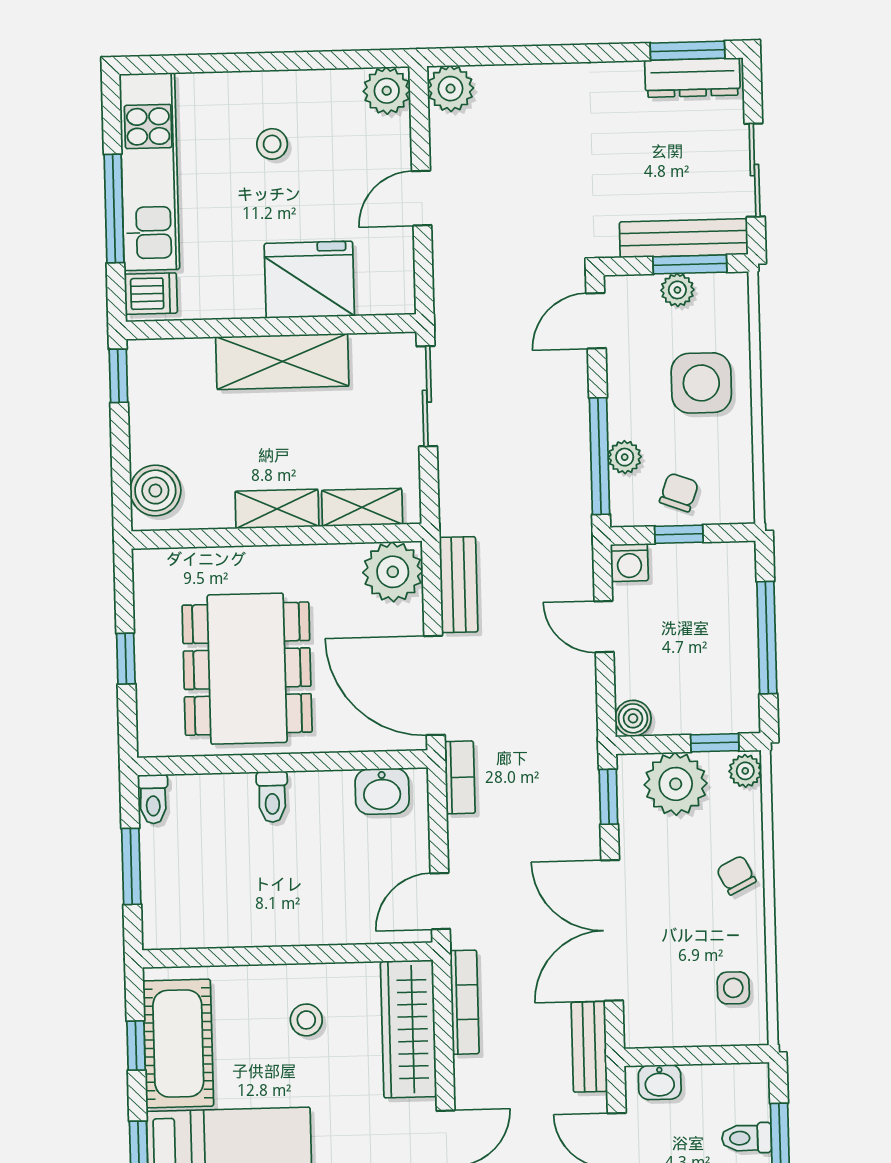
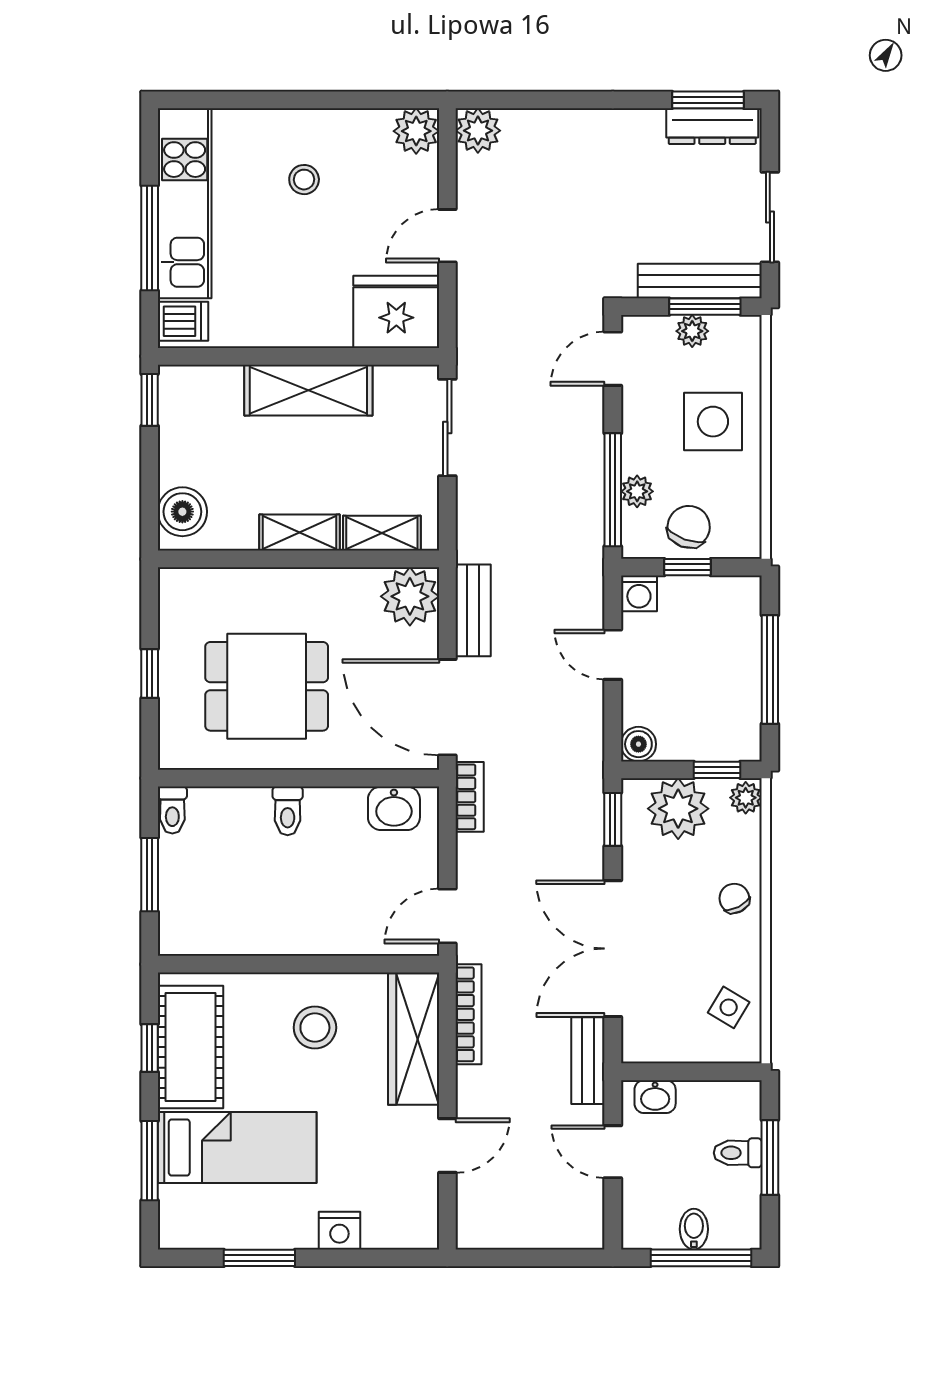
fridge: (309, 280) -> (396, 312), moved
chair: (679, 492) -> (689, 527), width x1.37, depth x1.37
dining table: (247, 669) -> (267, 686), width x0.73
side table: (733, 988) -> (729, 1007), turned 31
stool: (306, 1020) -> (315, 1028), width x1.37, depth x1.37

